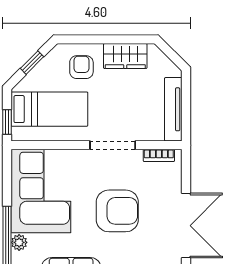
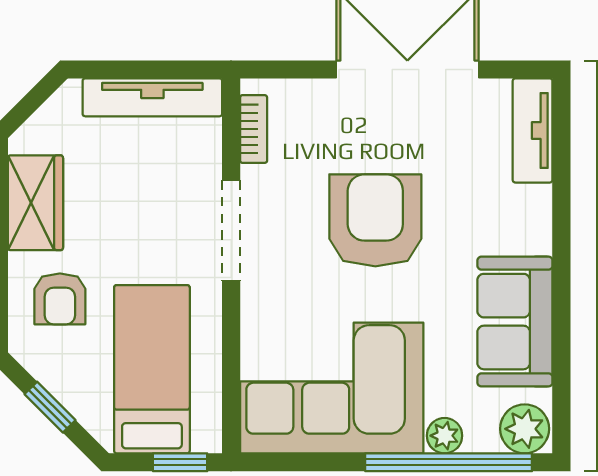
armchair: (81, 67) -> (60, 299), turned -90

